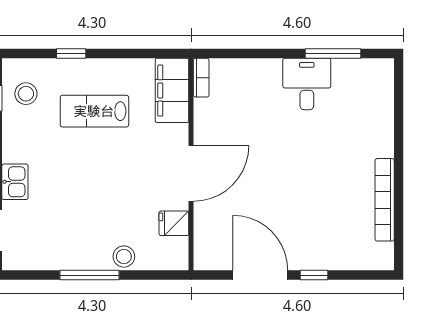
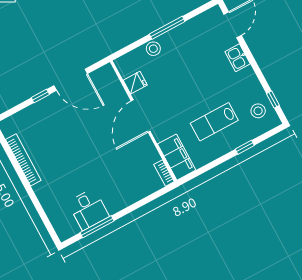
desk: (307, 84) -> (88, 209), moved
lab bench: (94, 111) -> (214, 122), turned 180

